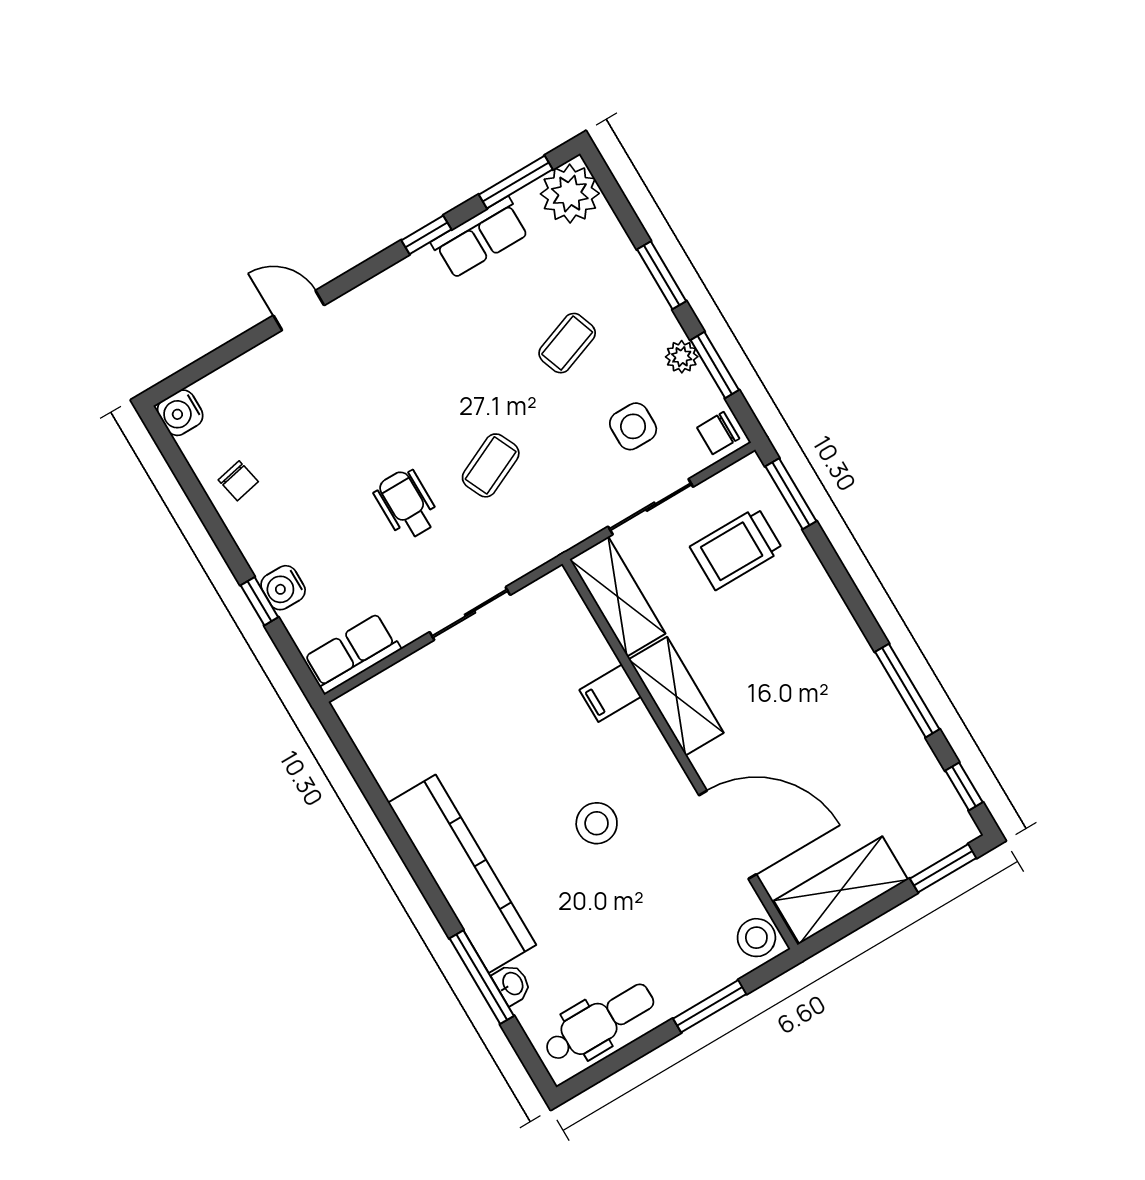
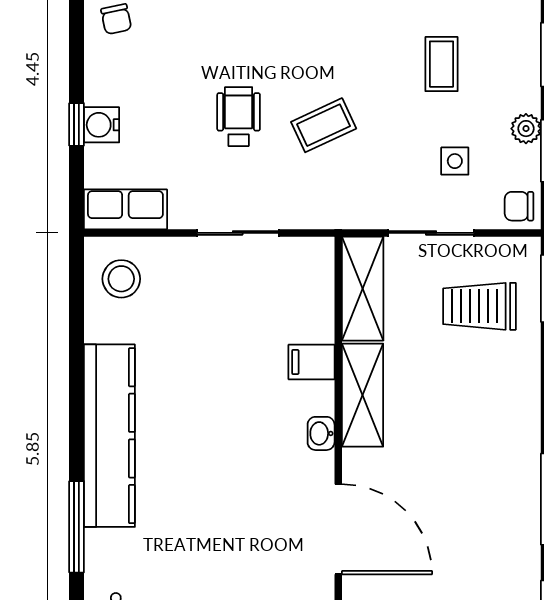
coffee table: (567, 343) -> (442, 64), turned -70
side table: (633, 426) -> (455, 161), width x0.73, depth x0.73
stool: (597, 823) -> (121, 279), moved
washbasin: (512, 984) -> (321, 433), moved, turned 180

